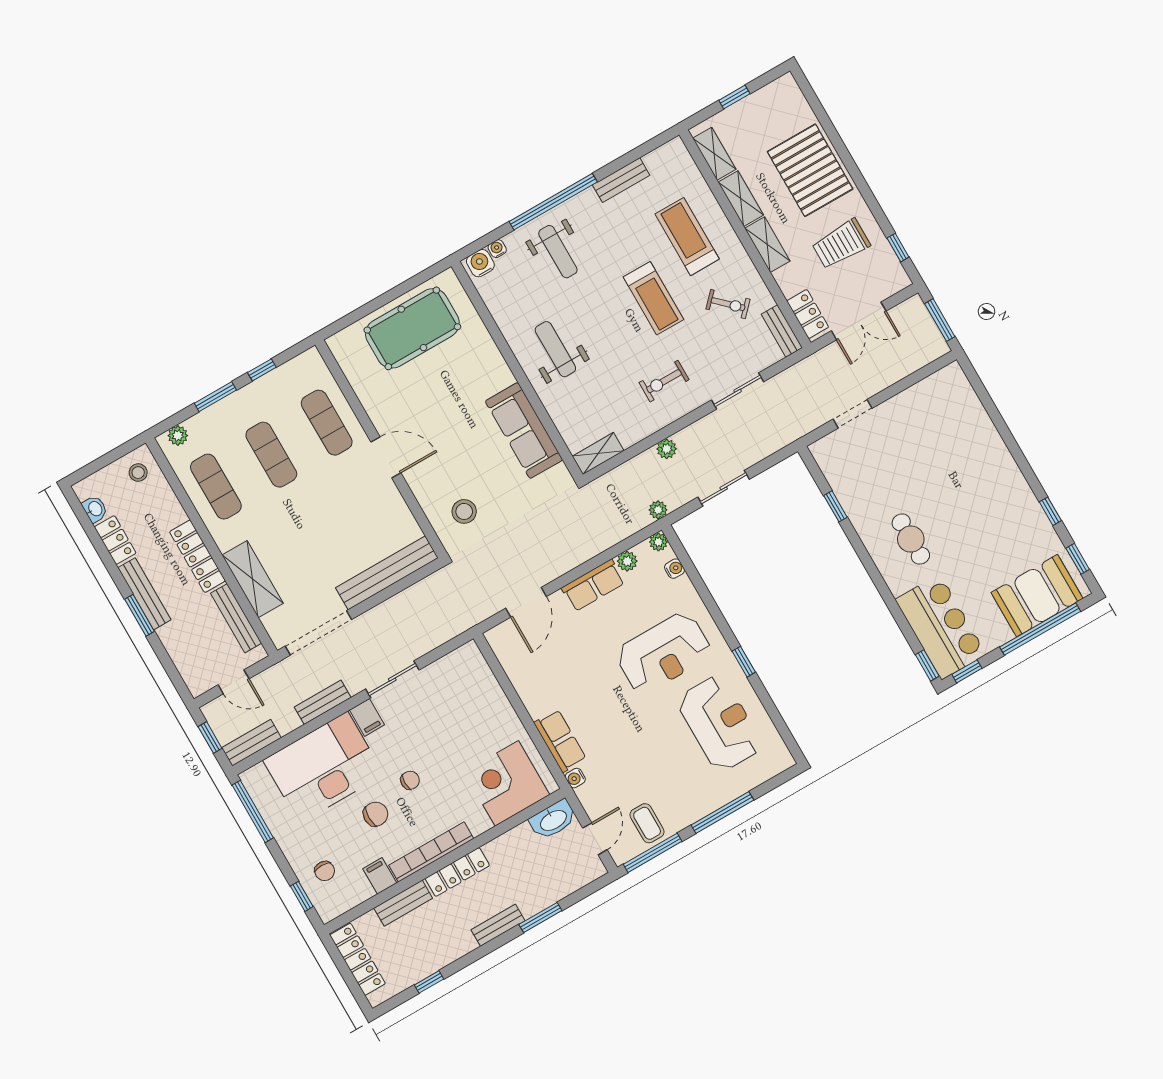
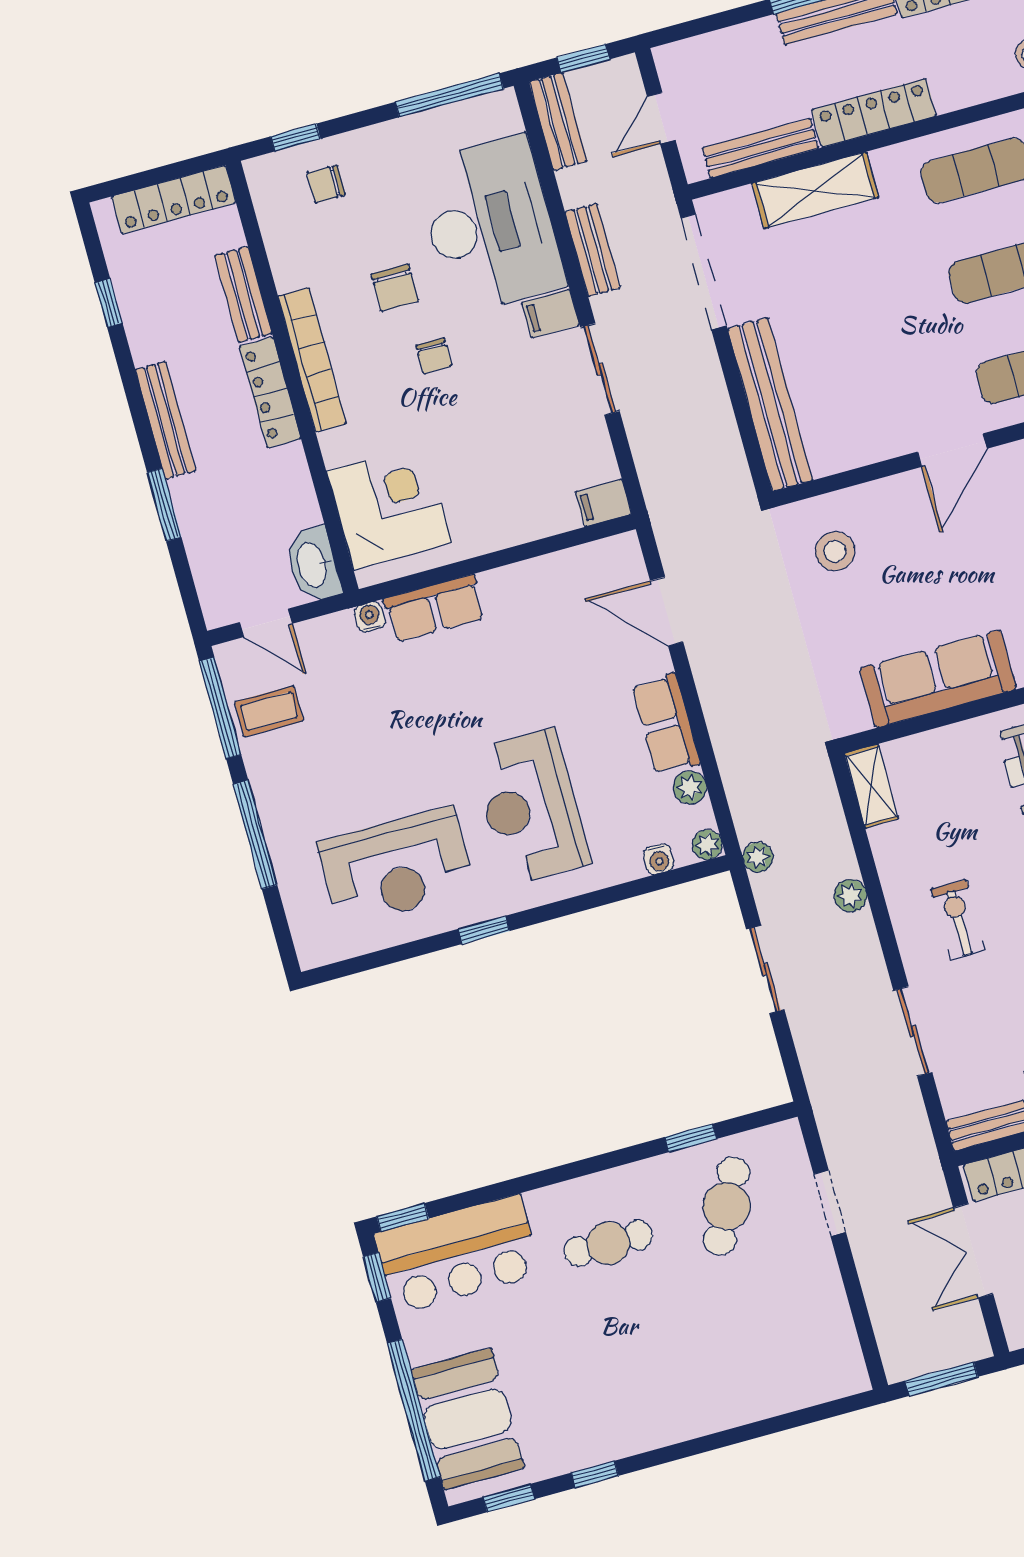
cafe table: (870, 475) -> (727, 1206), added
filing cabinet: (380, 876) -> (603, 503), moved, turned 180
bench: (498, 925) -> (166, 420), width x1.36

